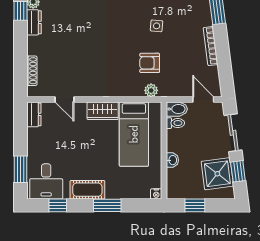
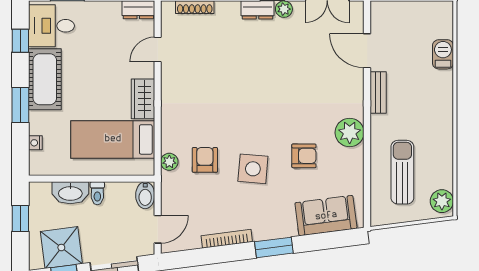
side table: (157, 26) -> (253, 169), width x1.87, depth x1.87
toilet: (175, 123) -> (97, 193), moved
washbasin: (172, 160) -> (70, 193), width x1.91, depth x1.45
cot: (87, 190) -> (45, 79), width x1.37, depth x1.34
nightstand: (156, 194) -> (35, 143), moved

